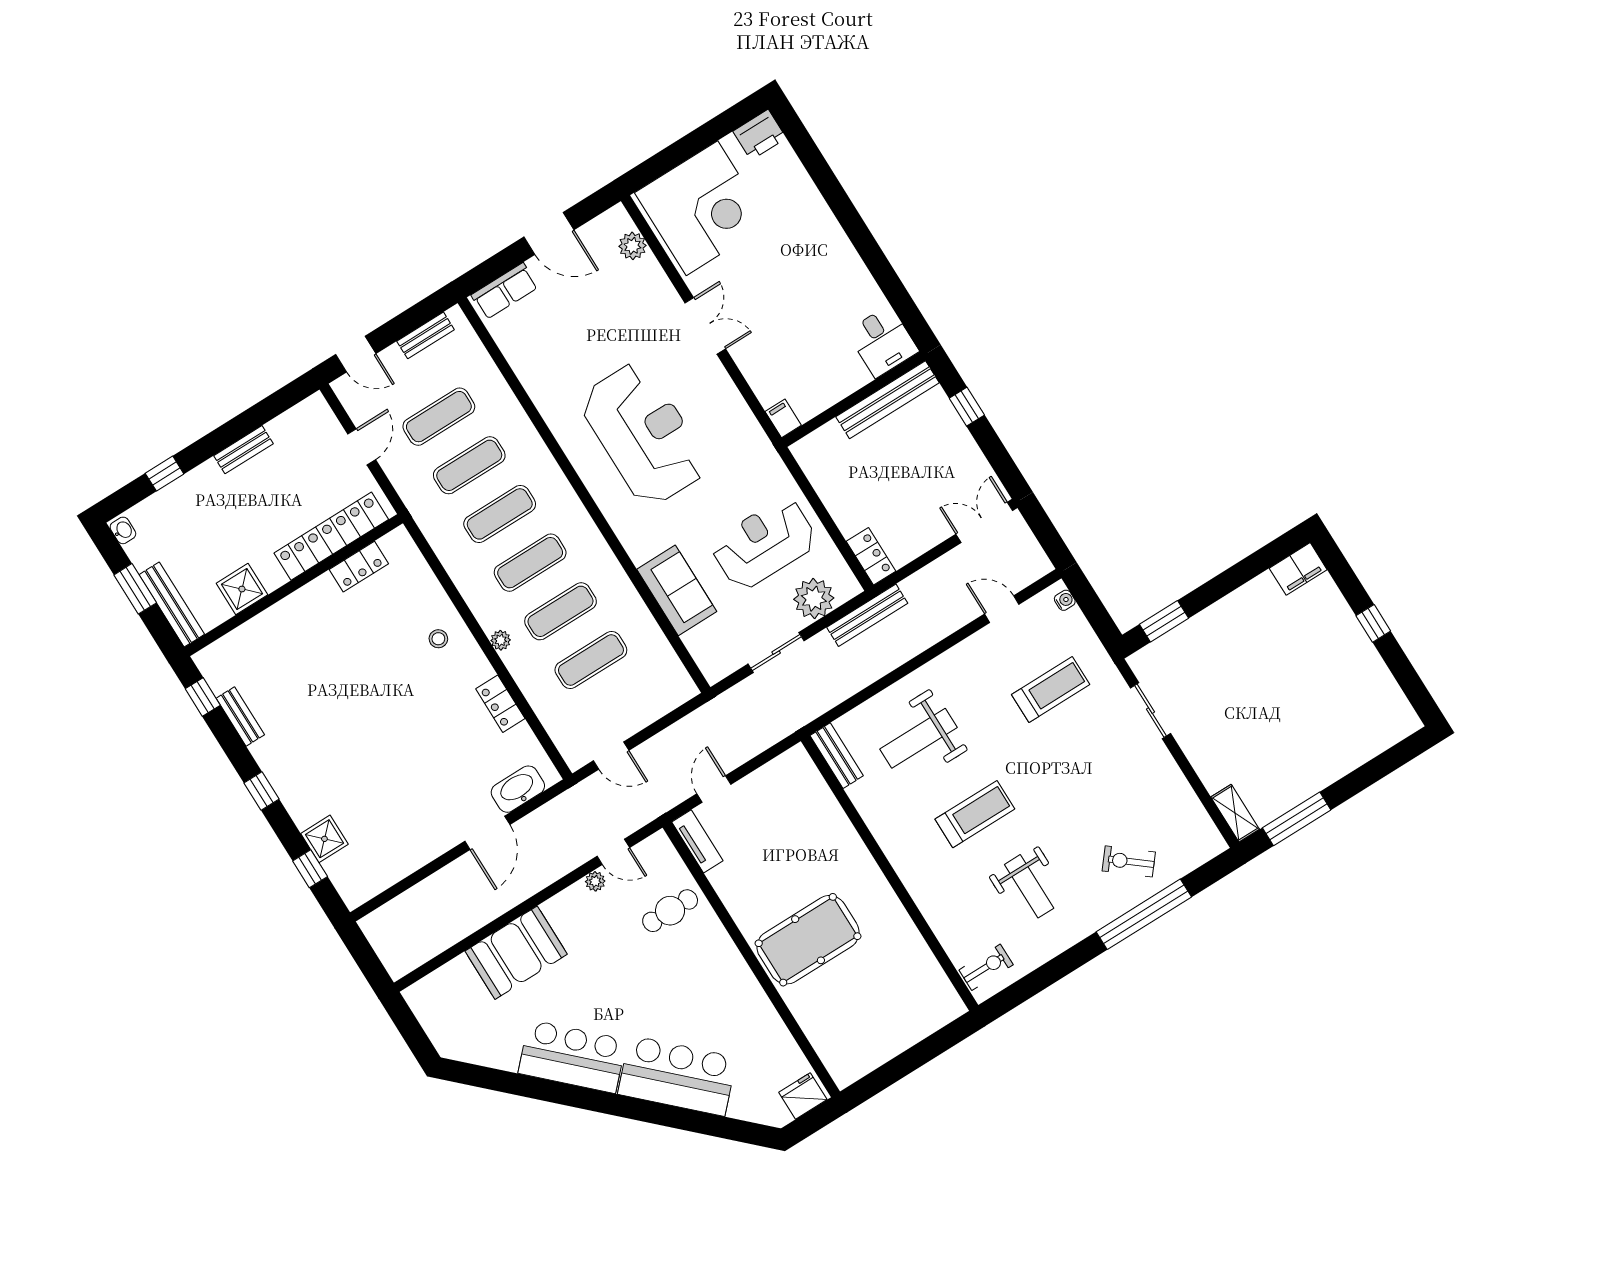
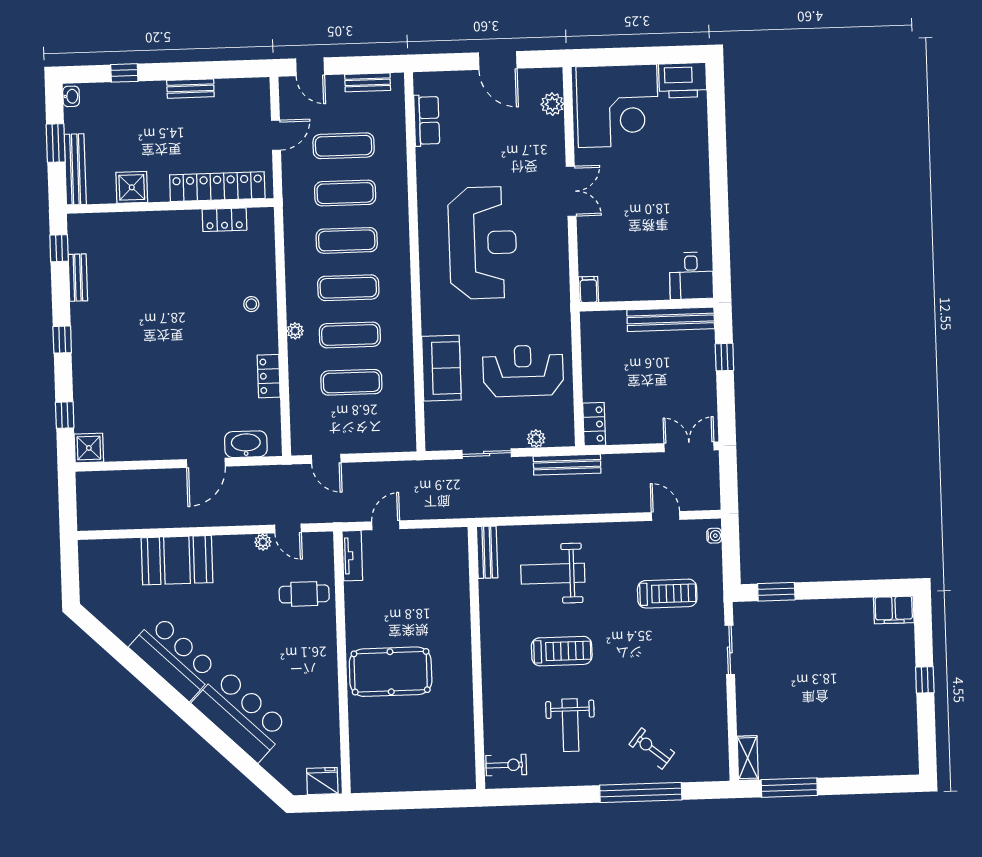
printer: (760, 135) -> (683, 80), width x1.37, depth x1.19
row of seats: (505, 291) -> (427, 120), moved, turned -90
plant: (814, 599) -> (536, 439), width x0.53, depth x0.53
shower: (324, 839) -> (89, 448), moved

